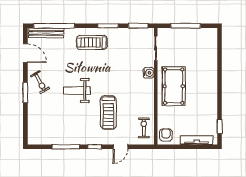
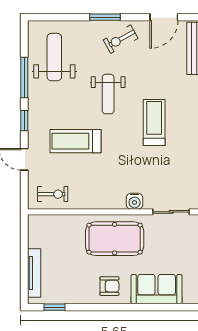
treadmill: (92, 42) -> (154, 123), moved
sofa: (207, 58) -> (157, 289), added
weight bench: (77, 91) -> (108, 94), turned 180
weight bench: (52, 127) -> (54, 57), added
armchair: (166, 135) -> (109, 286), moved

